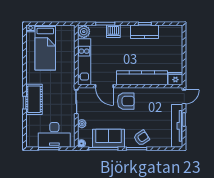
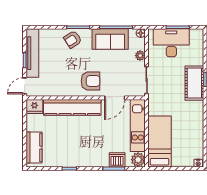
dishwasher: (113, 31) -> (117, 160), moved
kitchen counter: (145, 32) -> (34, 148), moved, turned 90
bed: (45, 48) -> (160, 142), moved
door: (104, 86) -> (115, 98), swing flipped
armchair: (126, 101) -> (91, 81), turned 180

